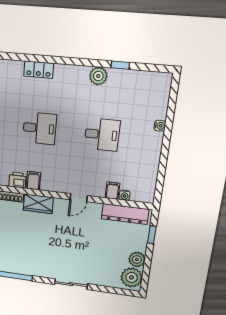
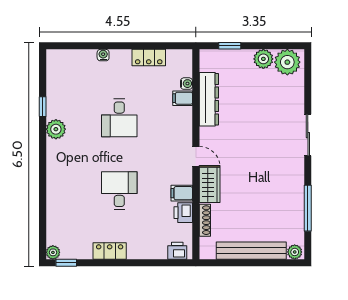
locker: (39, 70) -> (149, 58), moved, turned 90
desk: (102, 135) -> (119, 118), turned 180
door: (79, 198) -> (196, 157), moved
dresser: (125, 214) -> (209, 99), moved

